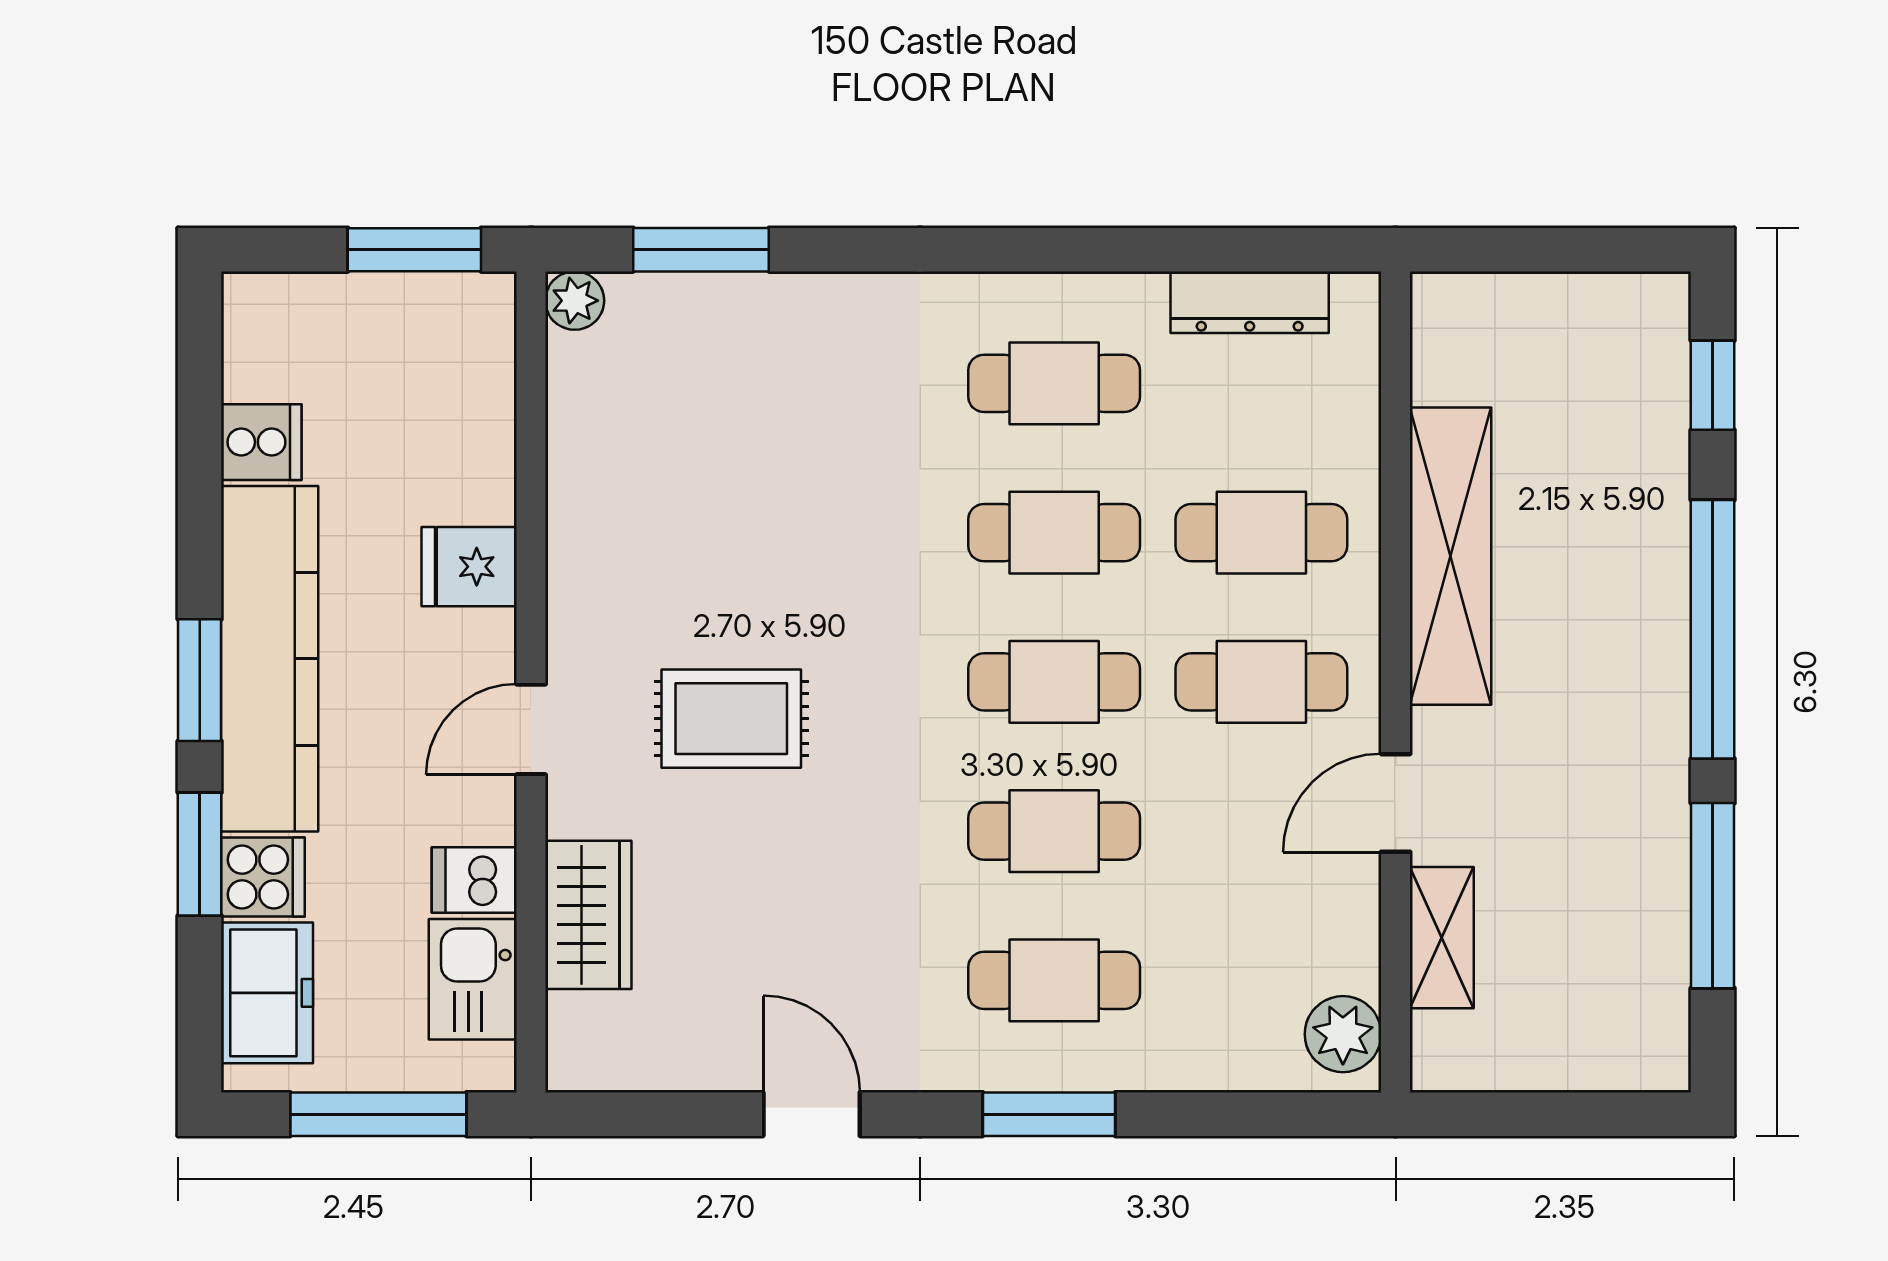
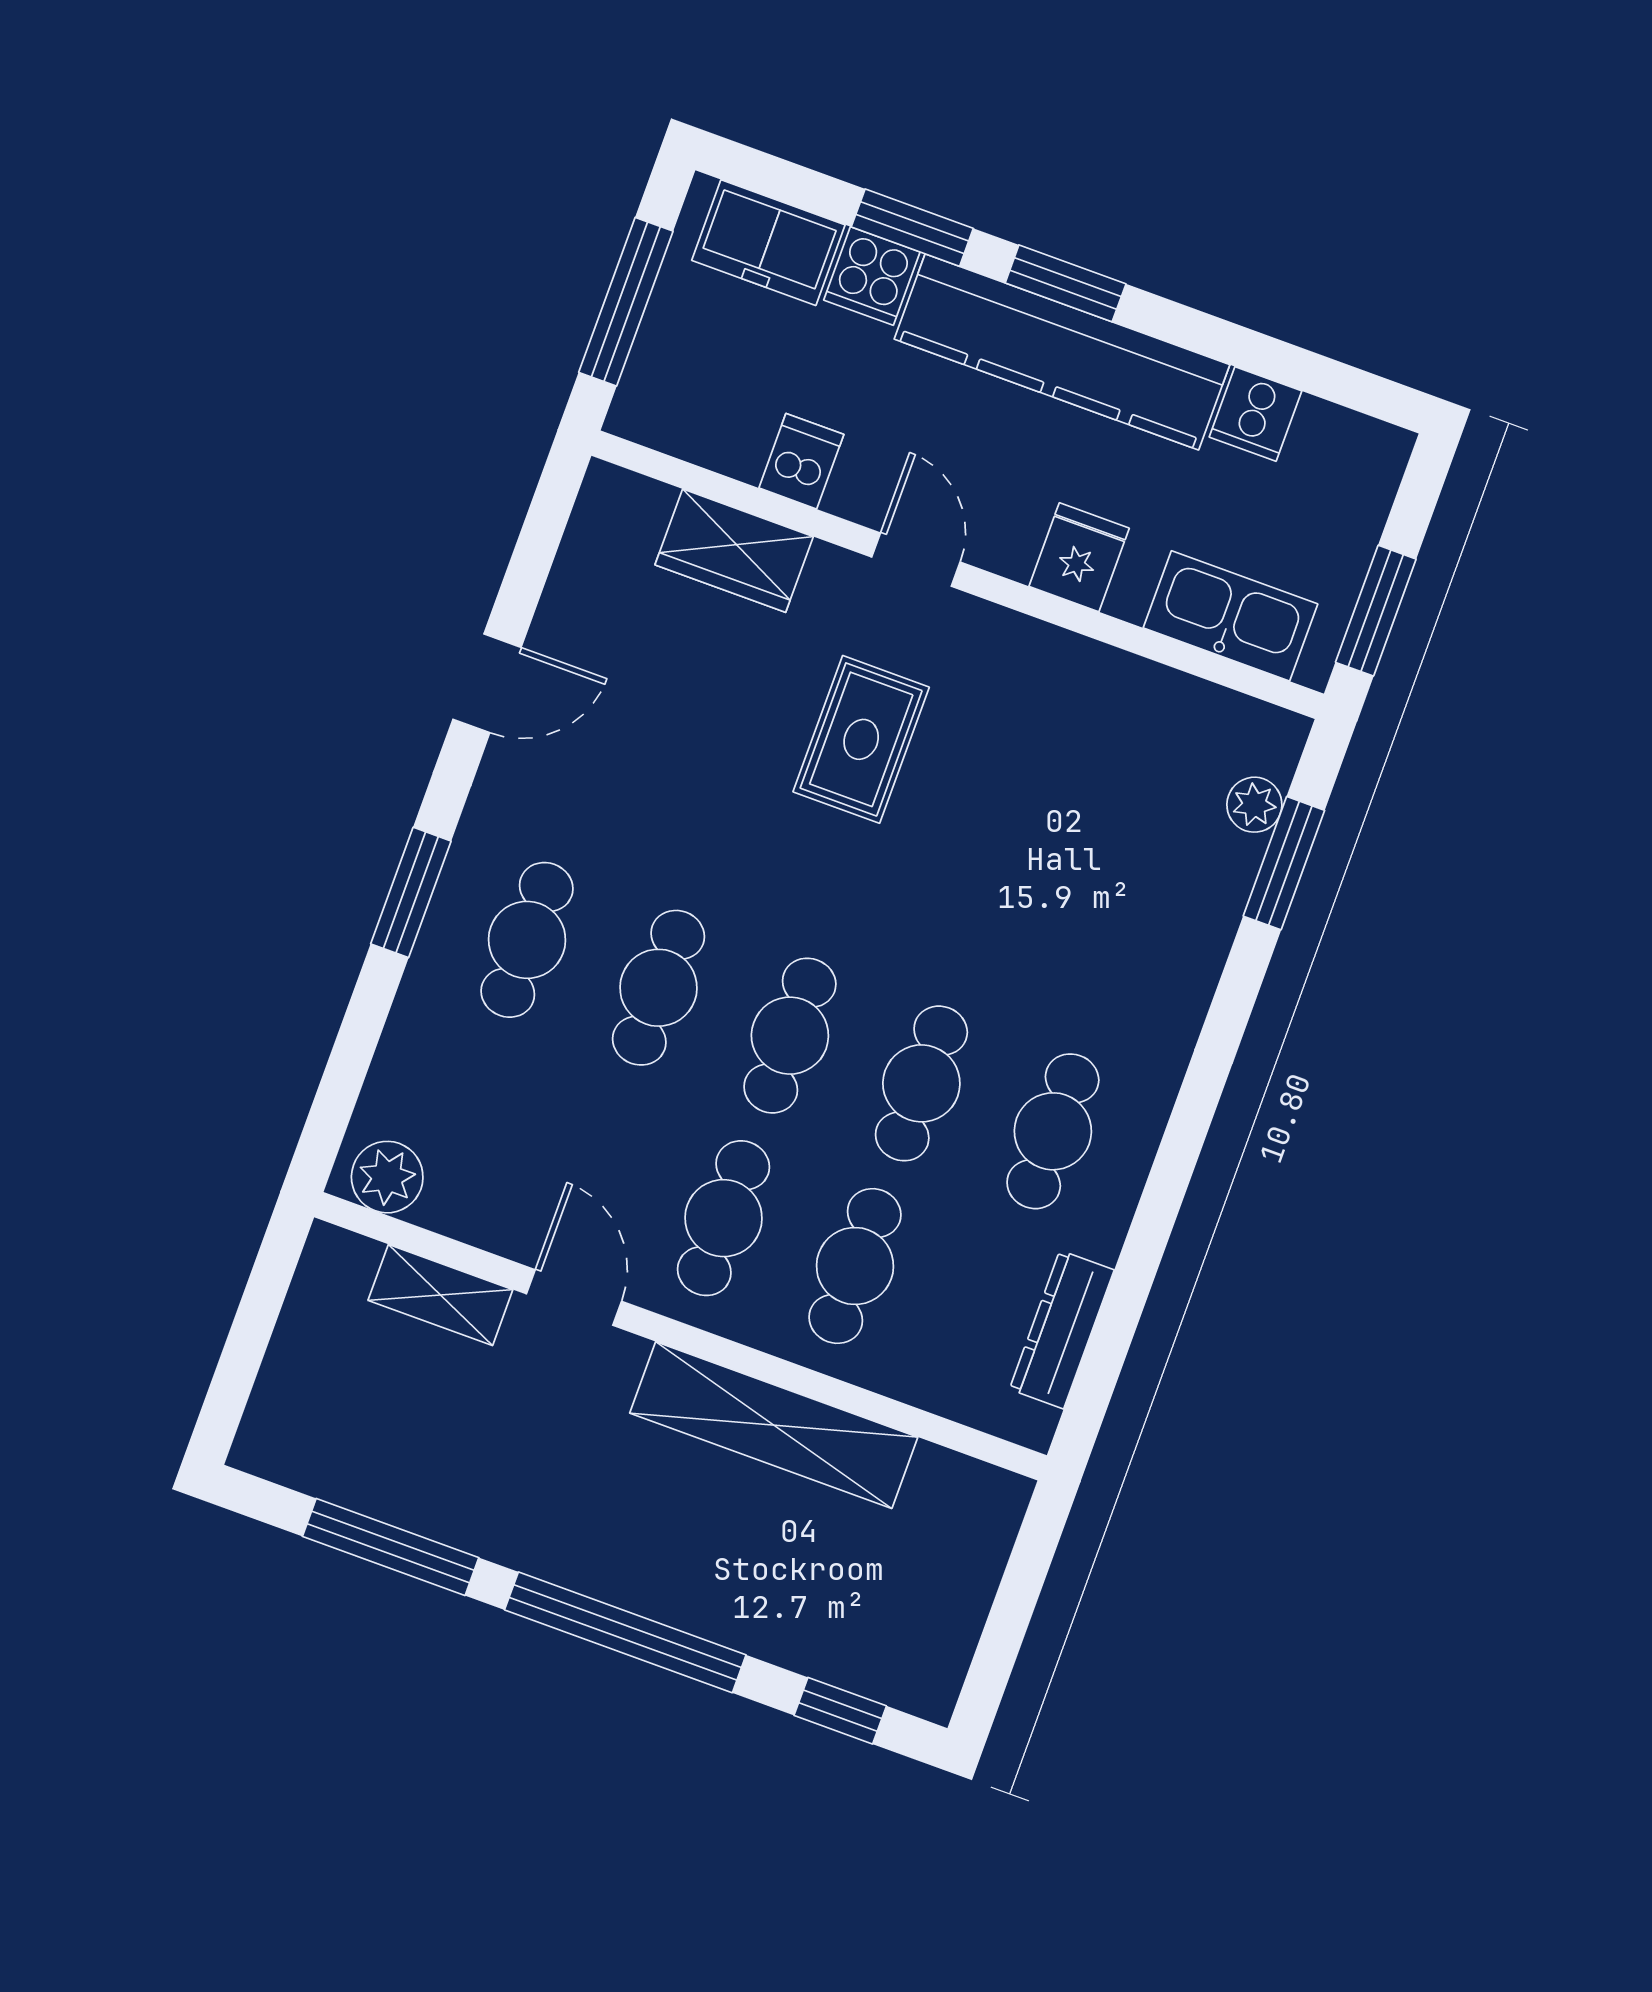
plant: (575, 301) -> (1254, 805), moved
kitchen sink: (473, 979) -> (1231, 616), moved, width x1.38

